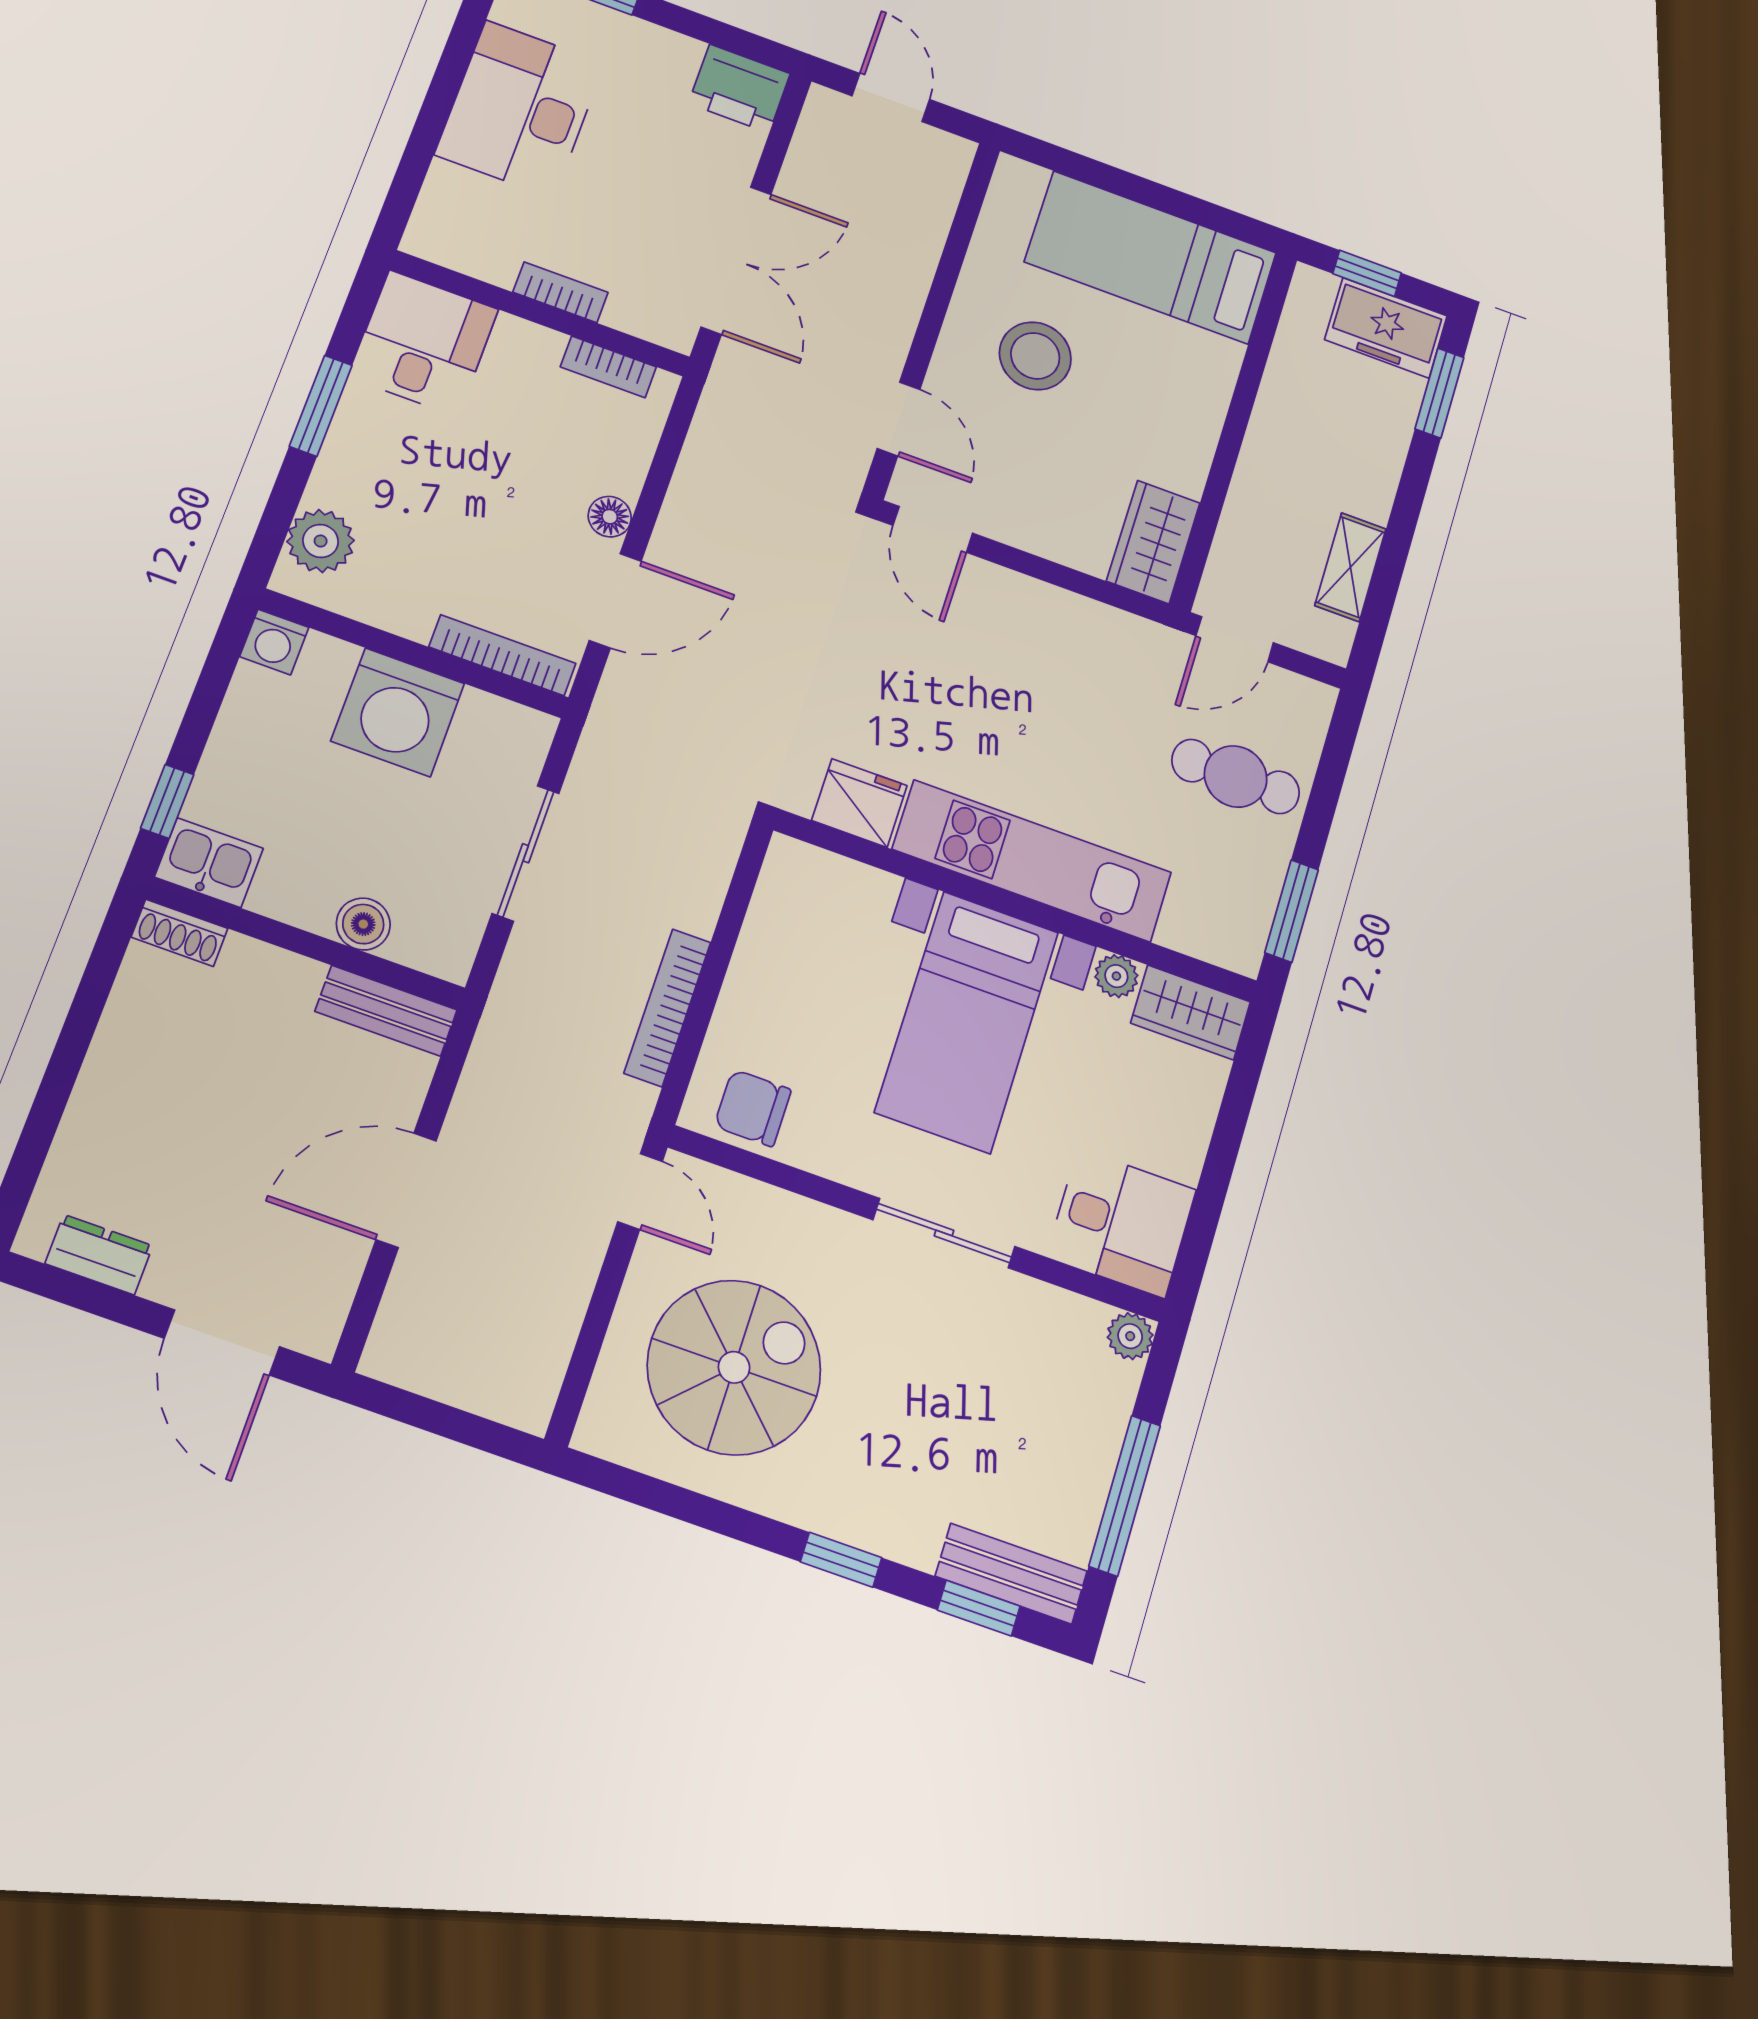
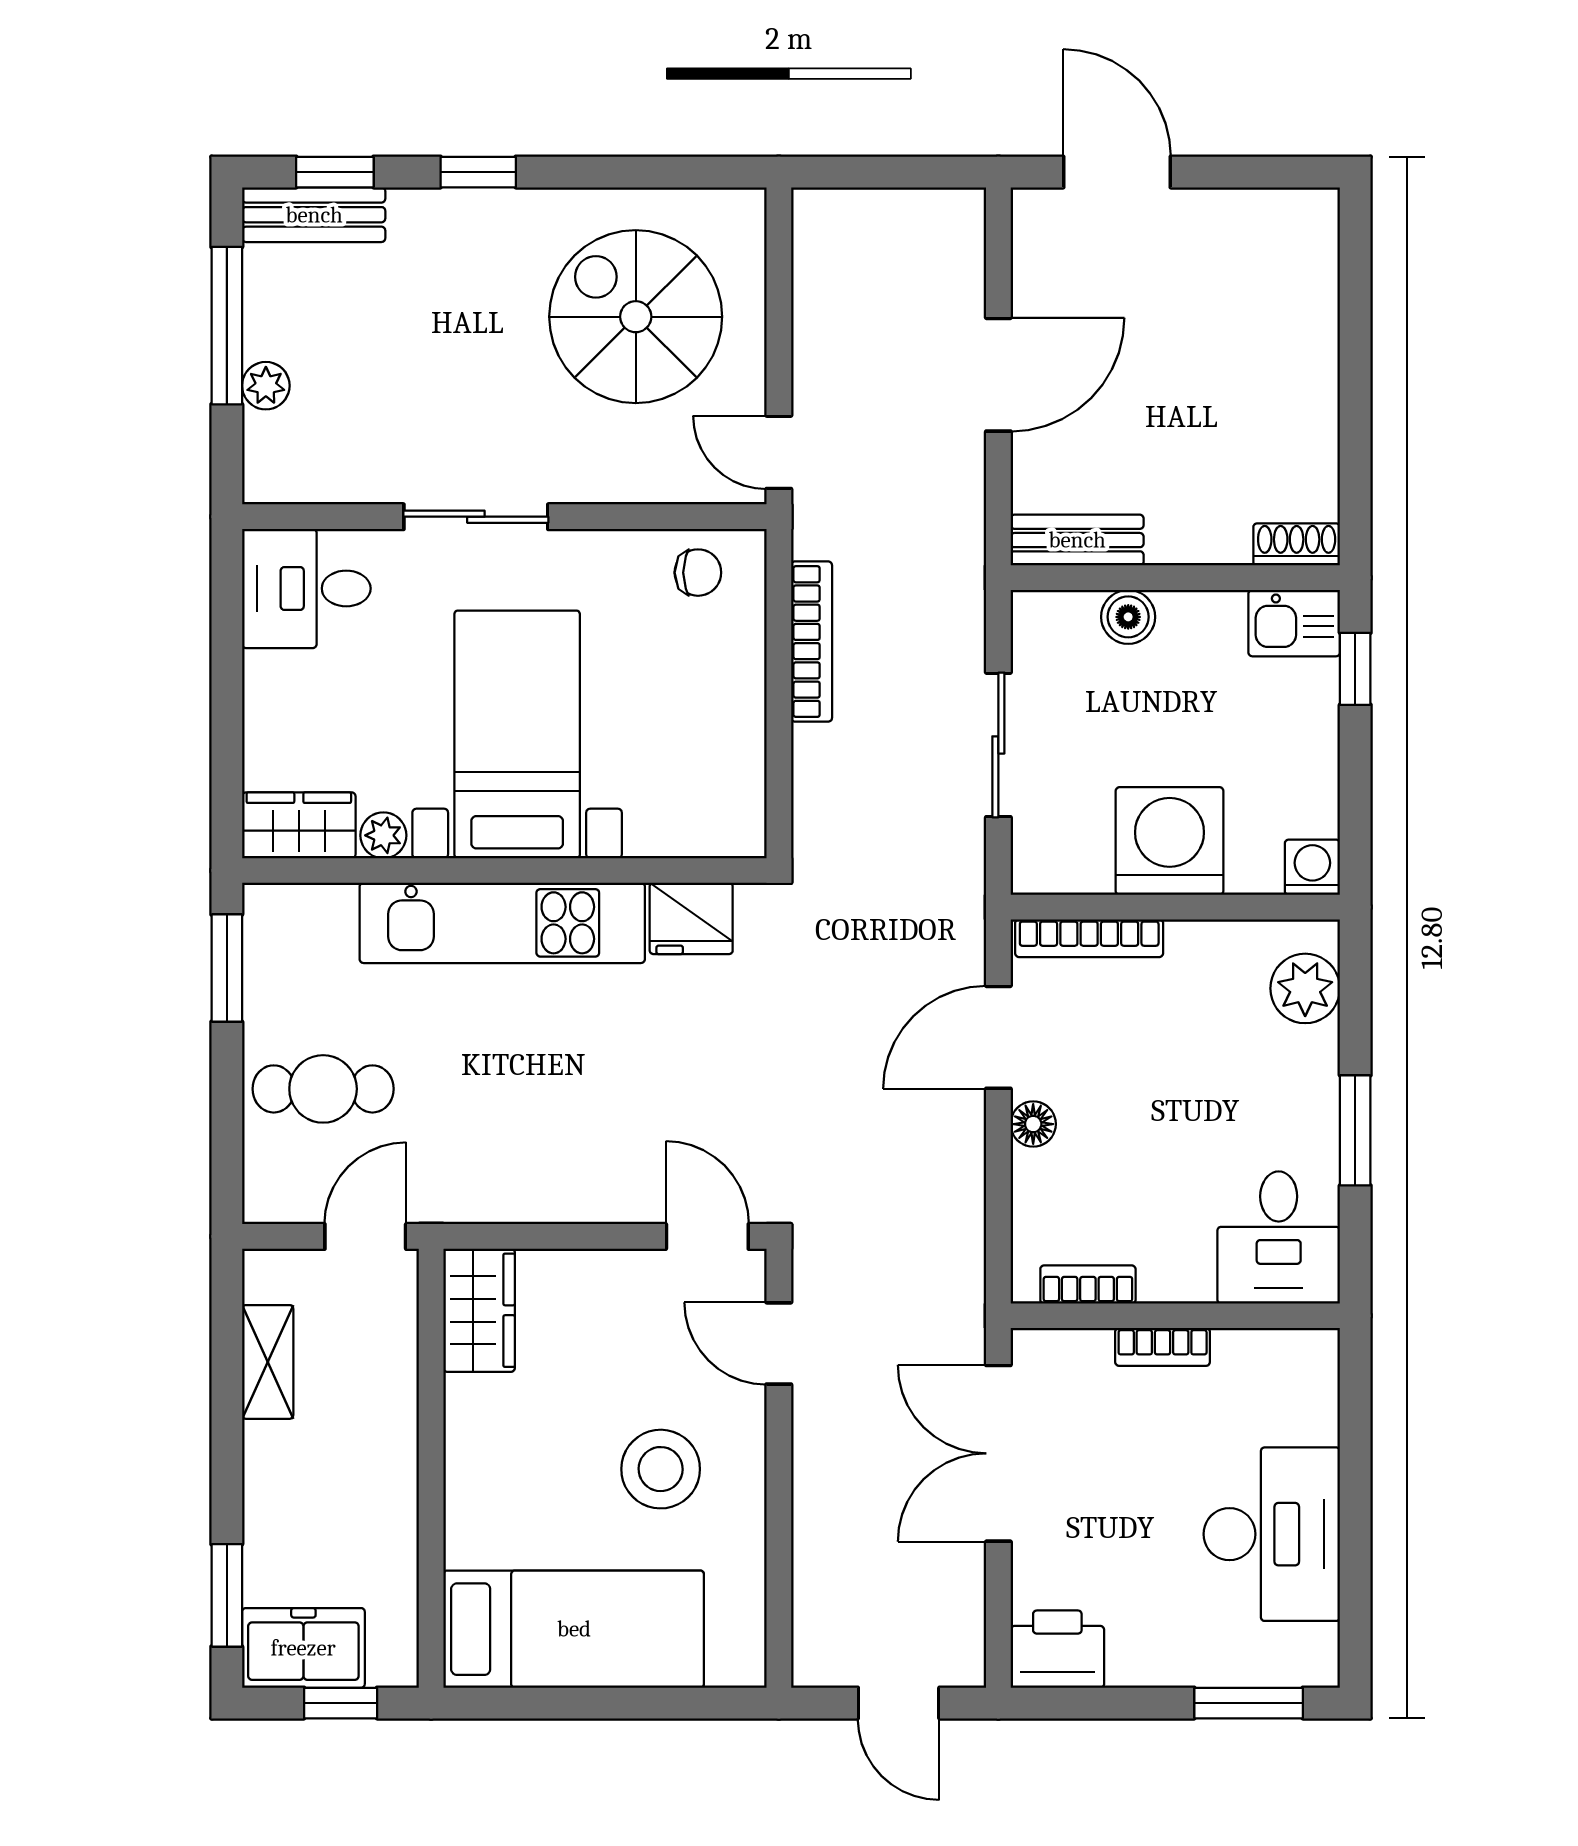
chair: (753, 1108) -> (698, 573), width x0.73, depth x0.73
dresser: (99, 1255) -> (1258, 213), removed
plant: (1130, 1336) -> (266, 386), moved
spiral stairs: (734, 1367) -> (636, 317), turned 90

